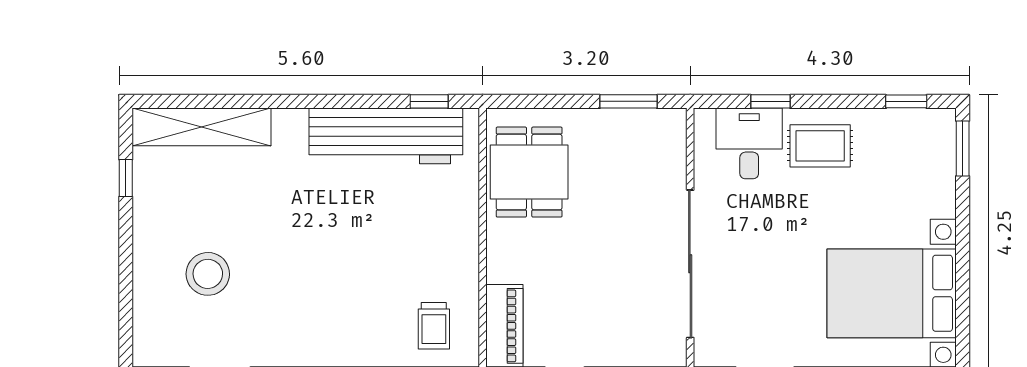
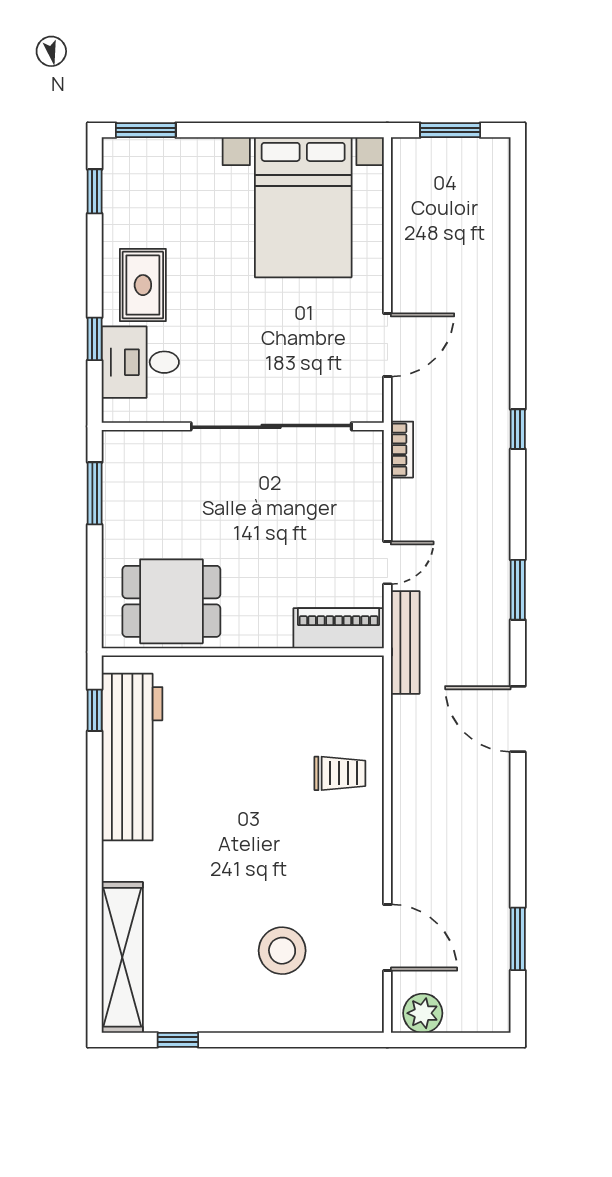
trolley: (434, 326) -> (340, 773), moved

